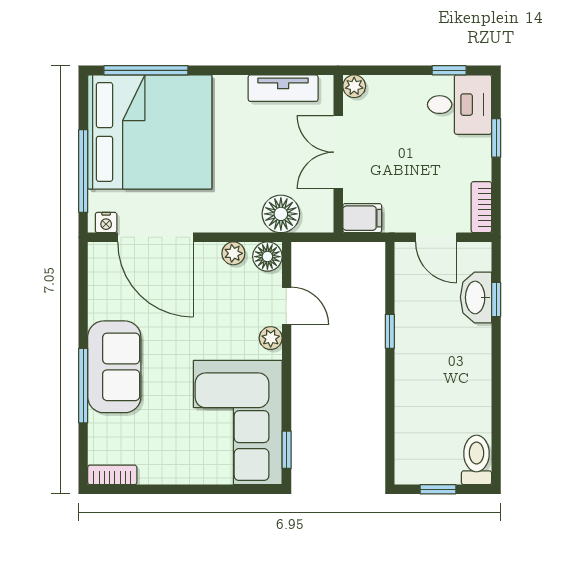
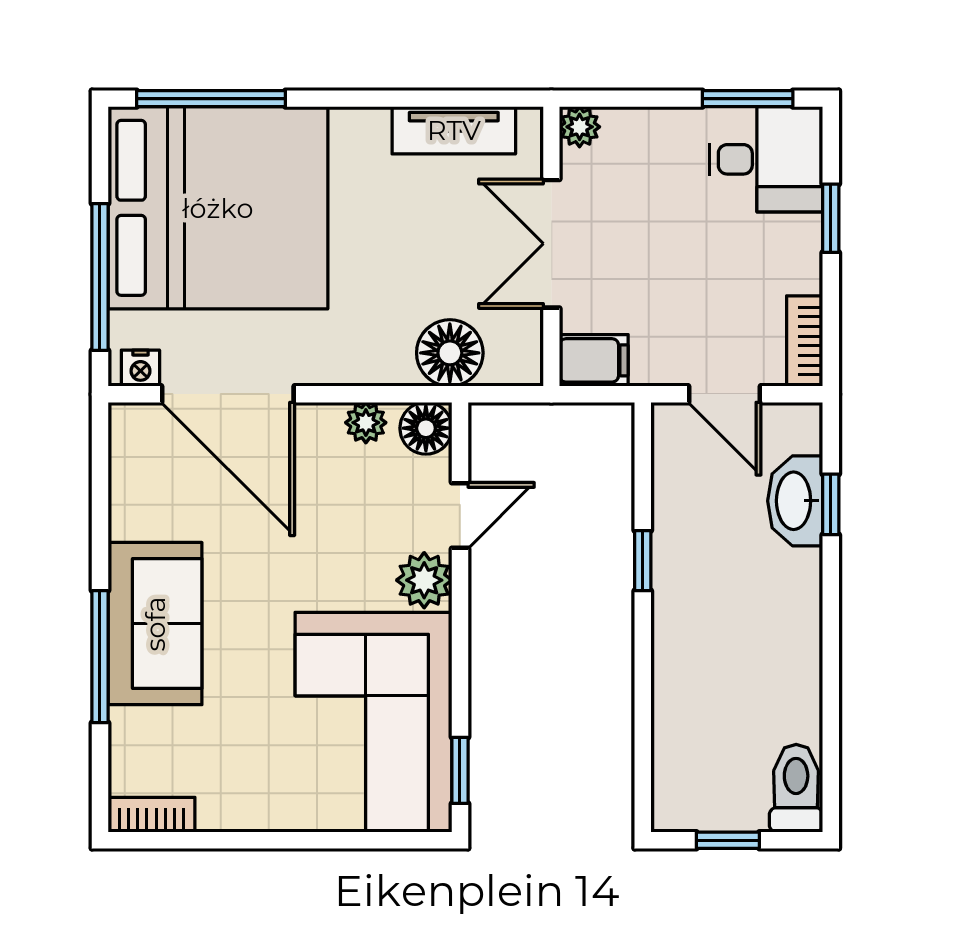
window: (449, 70) -> (748, 99), width x1.50
door: (287, 306) -> (460, 515), hinge flipped
plant: (271, 338) -> (424, 580), width x1.38, depth x1.38

